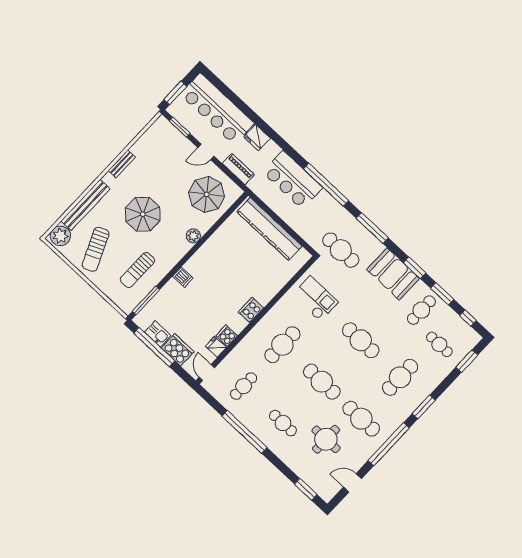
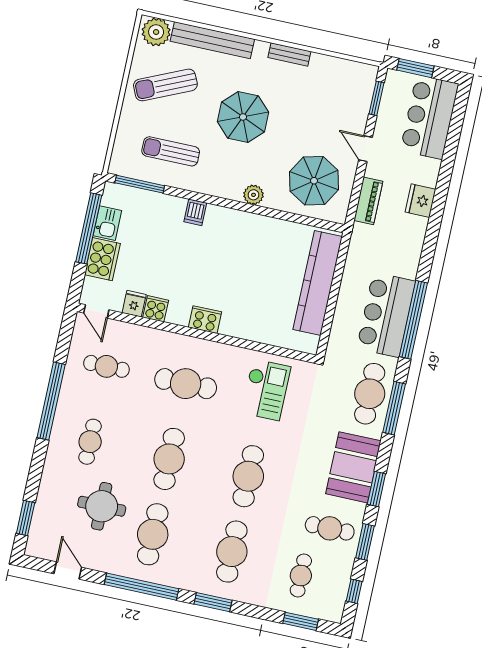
bar counter: (217, 109) -> (429, 117), width x0.73
bar counter: (293, 180) -> (386, 315), moved
cafe table: (341, 250) -> (370, 394), moved
door: (207, 372) -> (96, 311), swing flipped
cafe table: (400, 377) -> (232, 552), turned 90

